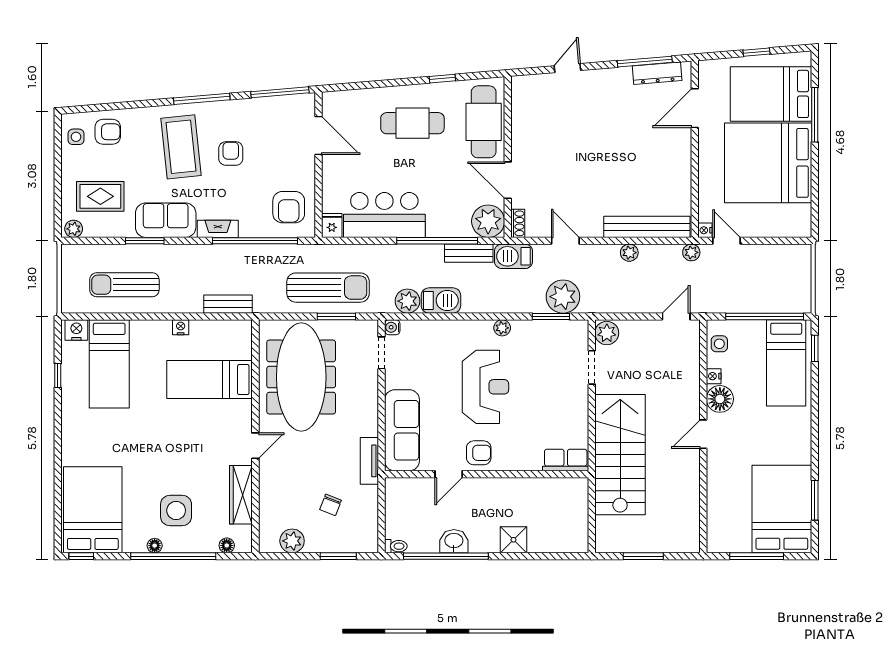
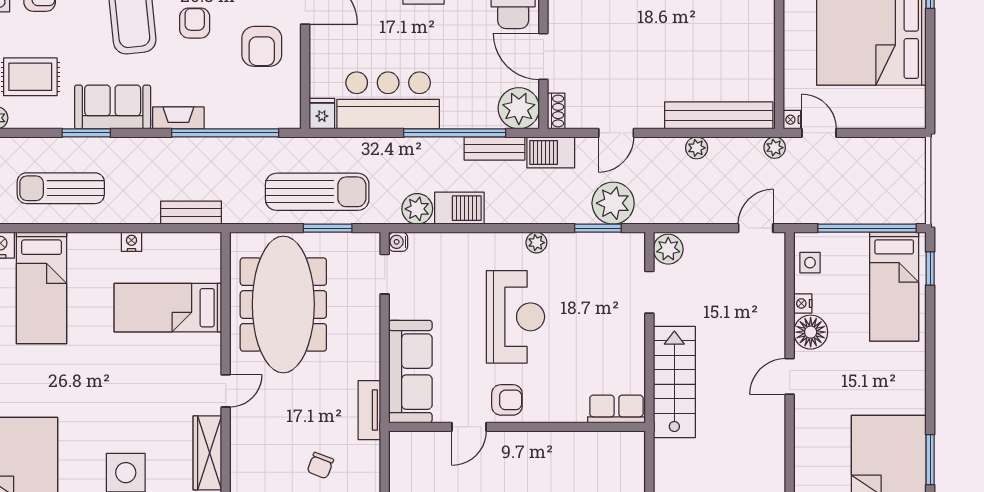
armchair: (289, 207) -> (262, 46), moved
door: (565, 241) -> (616, 133), swing flipped
stairs: (620, 455) -> (674, 382), width x0.73, depth x0.66

